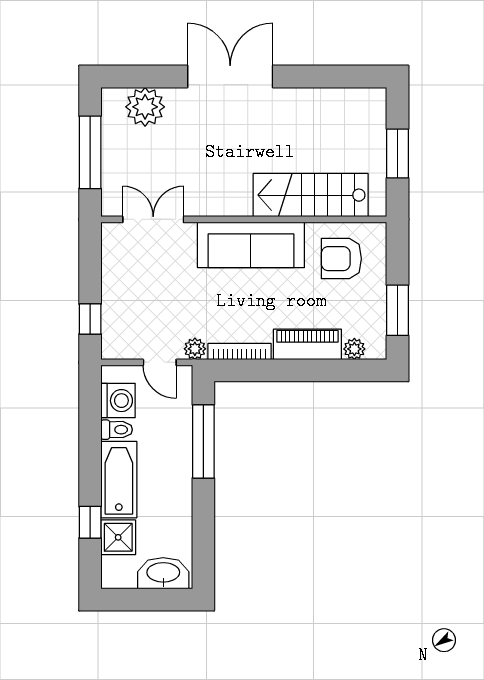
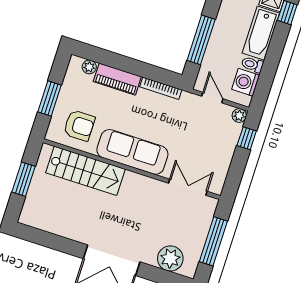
double door: (153, 219) -> (188, 187), swing flipped
window: (397, 310) -> (50, 99), moved
plant: (195, 349) -> (239, 115), moved

